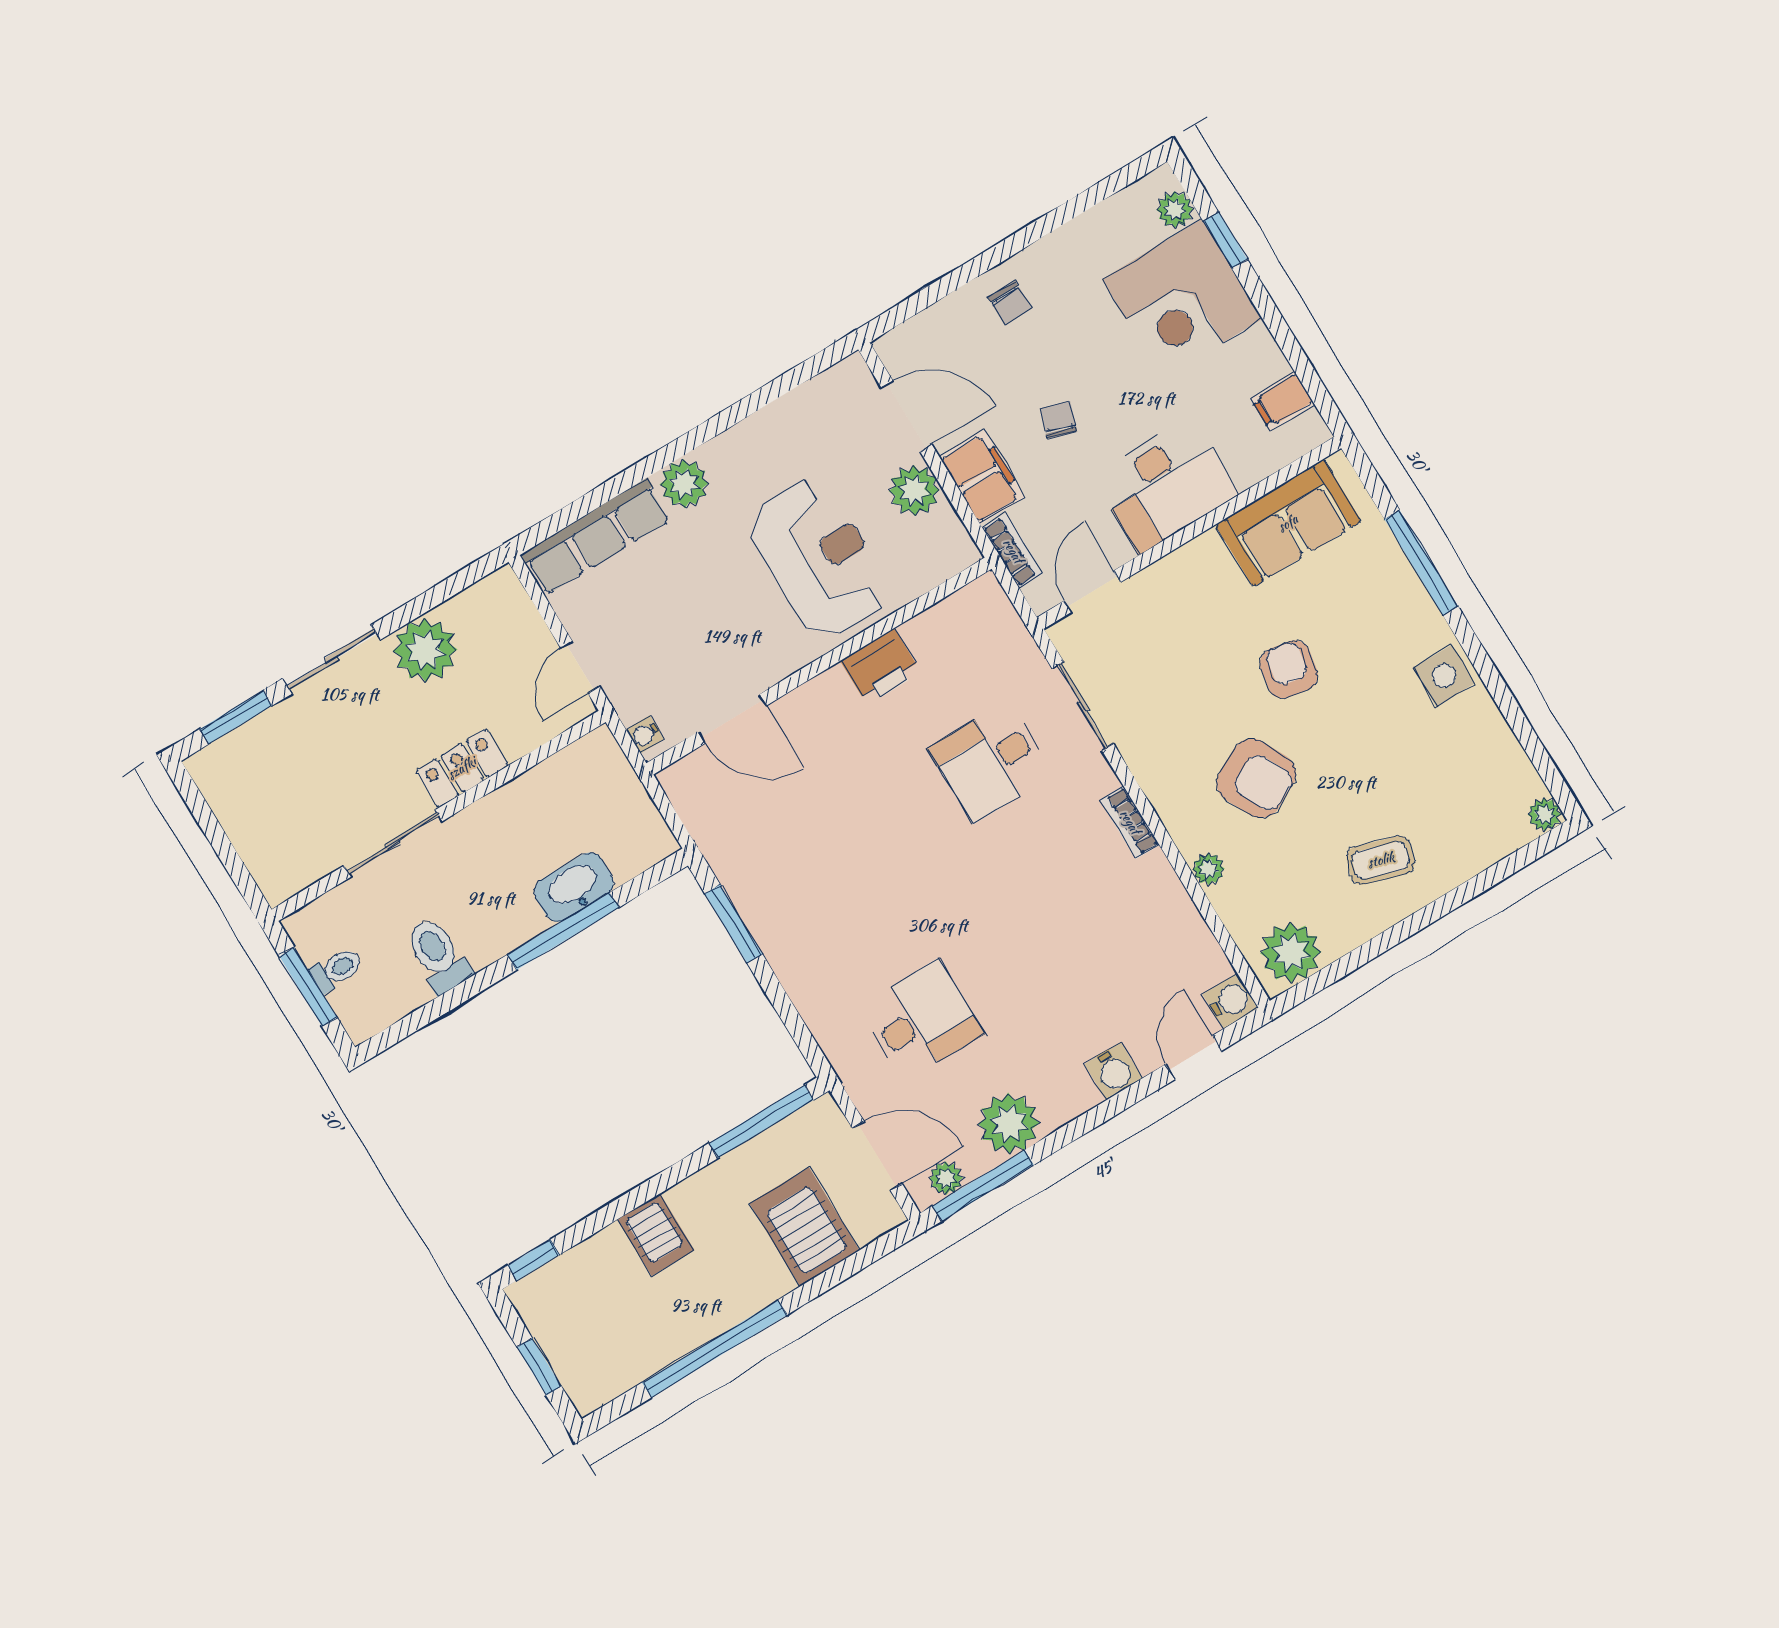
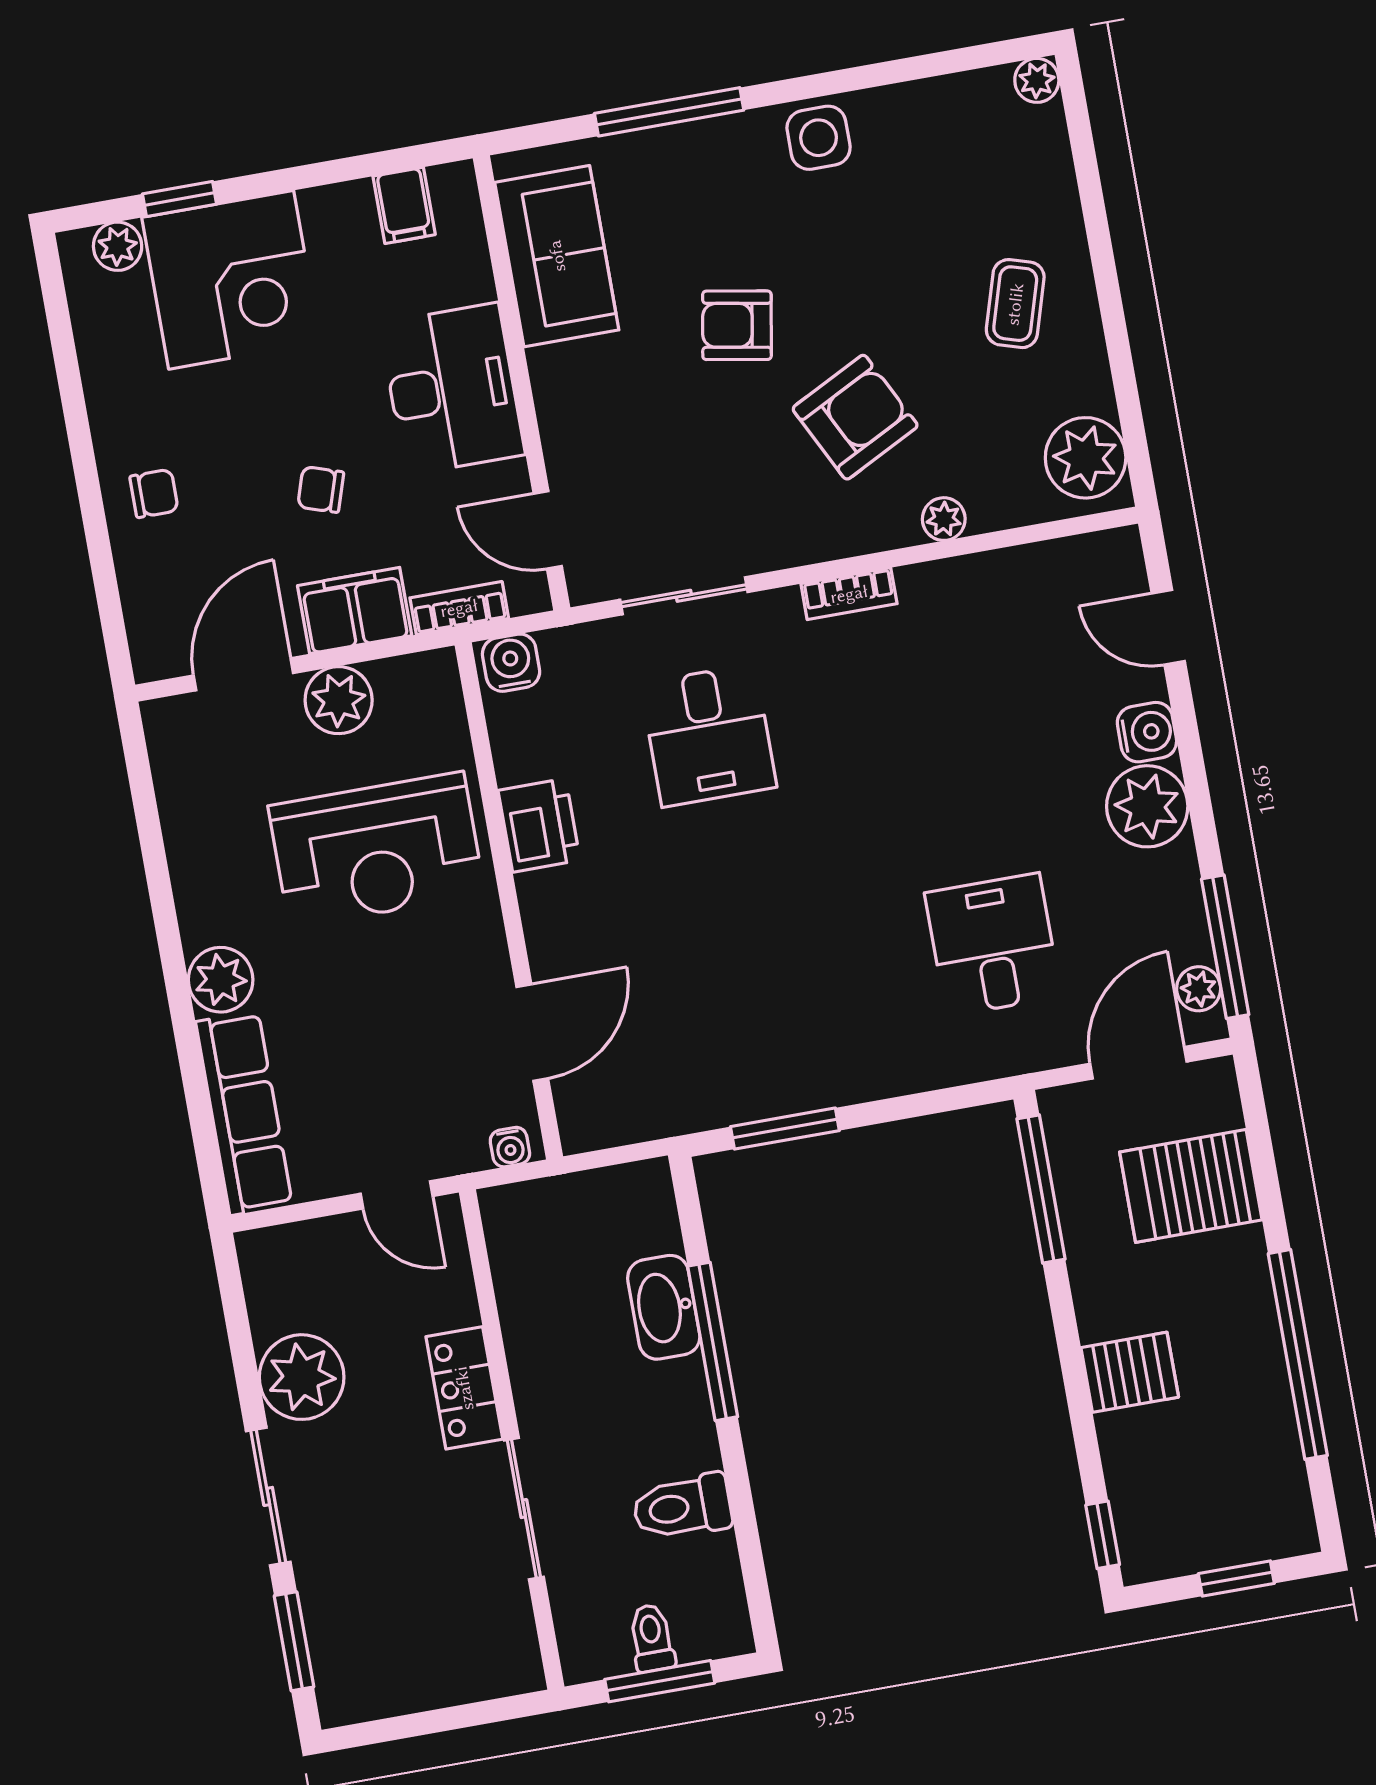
reception desk: (819, 558) -> (377, 850), turned 180
water cooler: (1231, 1001) -> (511, 663), moved
plant: (1009, 1123) -> (1147, 806), moved

